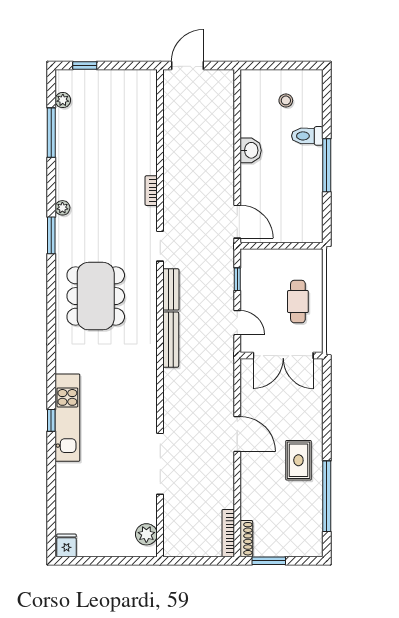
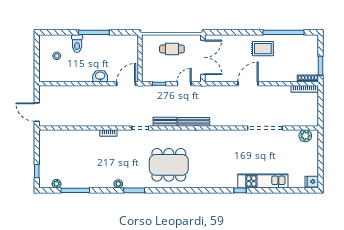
washbasin: (251, 150) -> (100, 76), moved
kitchen unit: (67, 418) -> (263, 181), moved

